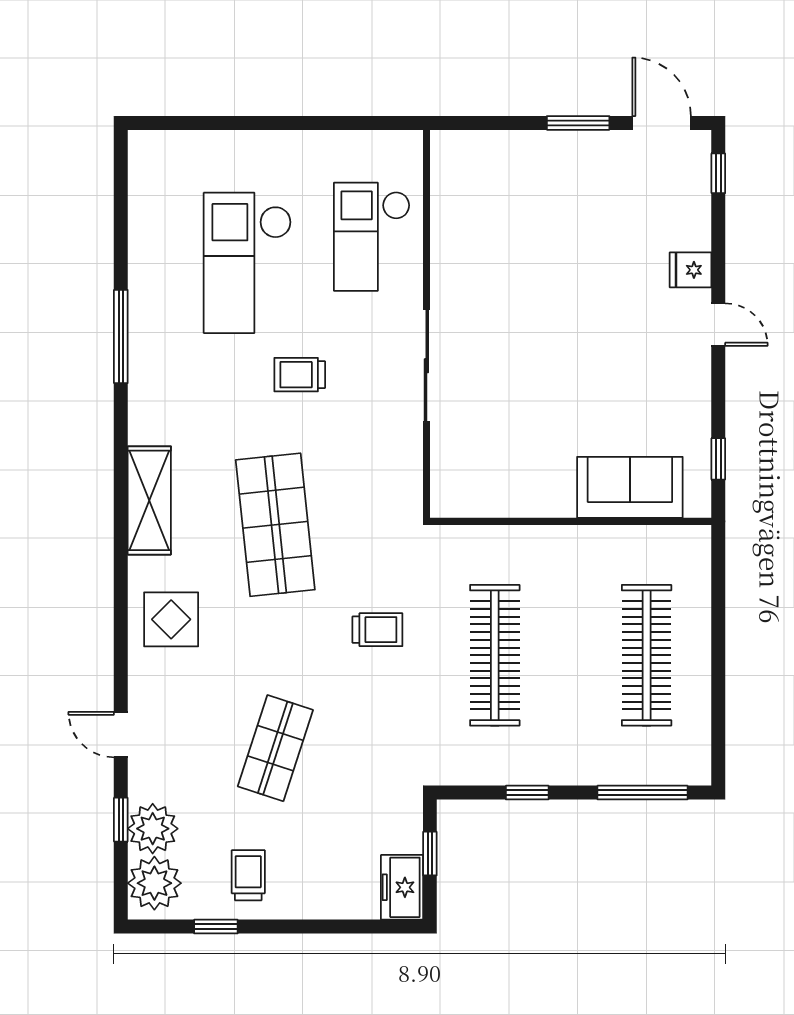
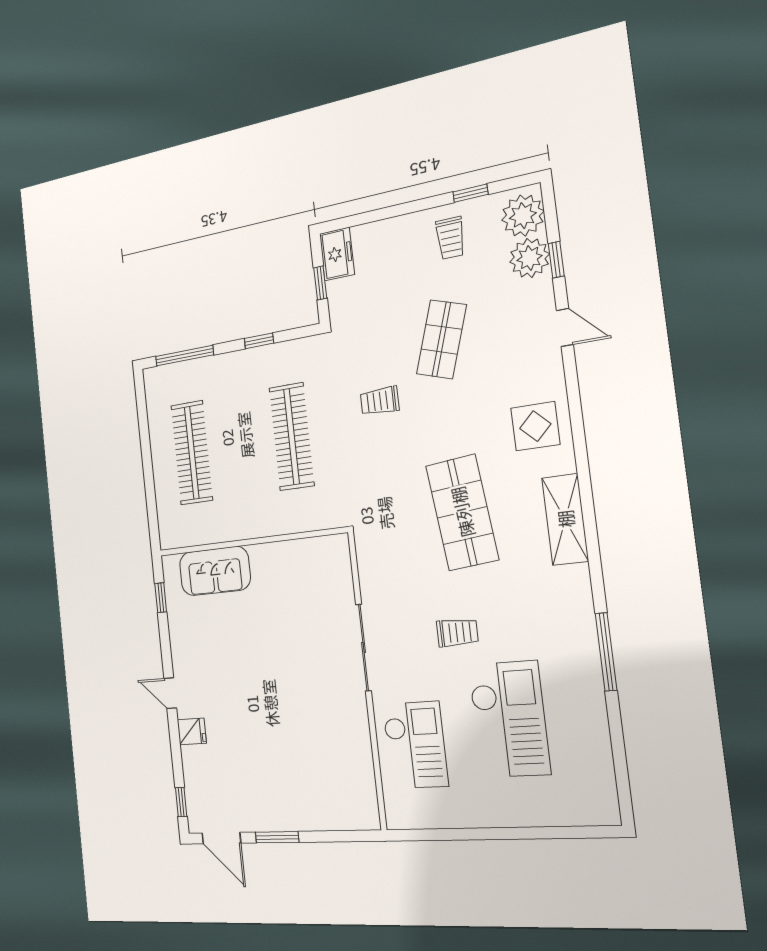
trolley: (377, 630) -> (380, 401), moved

